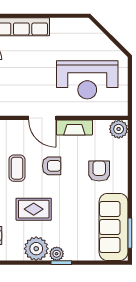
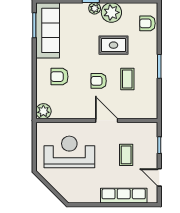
coffee table: (18, 76) -> (126, 155), added
fireplace: (74, 127) -> (80, 113), removed
armchair: (99, 171) -> (59, 77), turned 90

